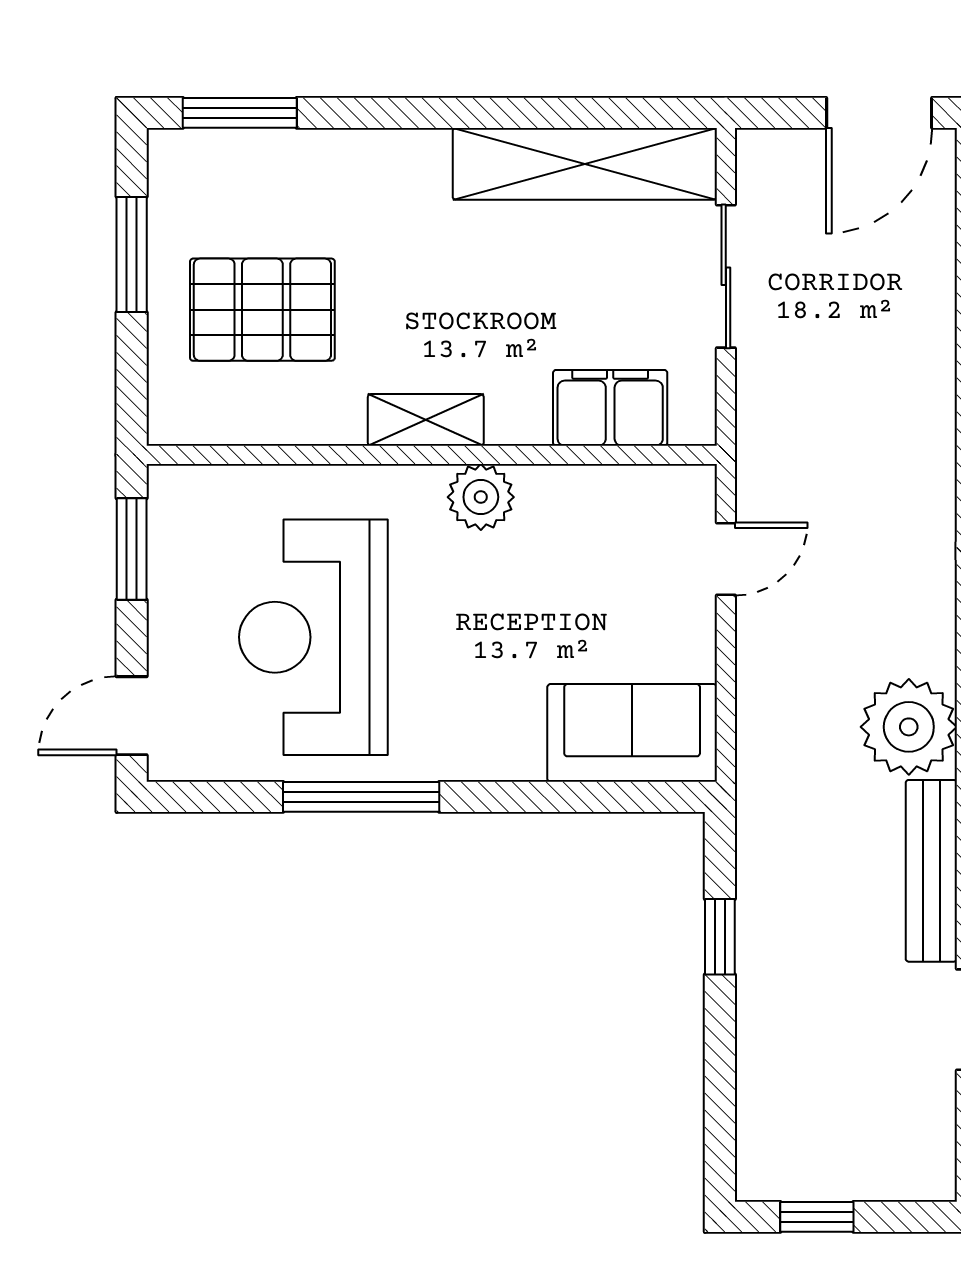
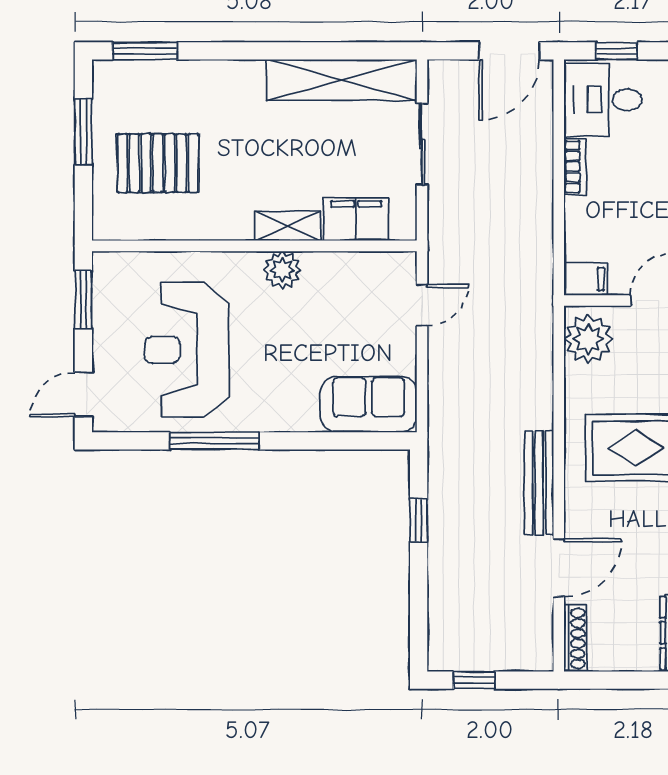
shelving: (426, 420) -> (288, 226), moved
plant: (909, 727) -> (526, 401), removed

